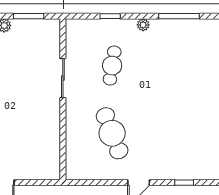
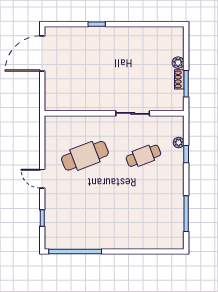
shoe rack: (24, 24) -> (179, 79), added
plant: (143, 25) -> (179, 143), moved
cafe table: (112, 66) -> (143, 156), turned -30

